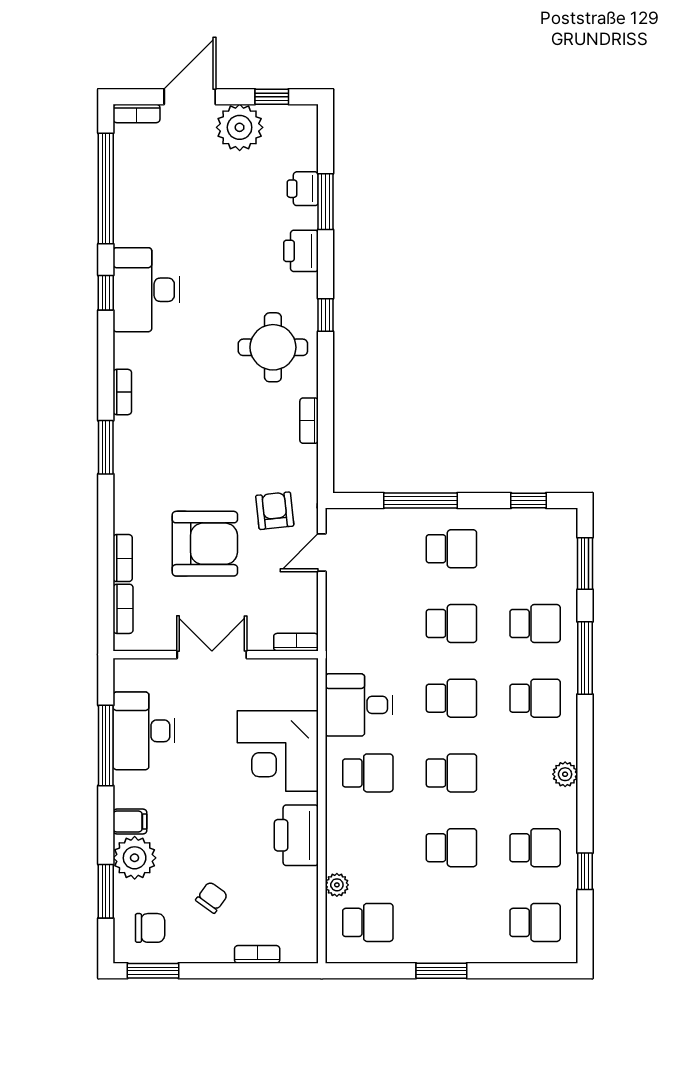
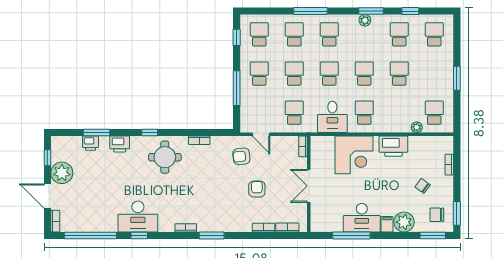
armchair: (205, 544) -> (257, 189), width x0.53, depth x0.53
school desk: (535, 549) -> (259, 34), added
window: (585, 564) -> (371, 11), moved
school desk: (368, 623) -> (294, 113), added
desk: (144, 731) -> (362, 218), moved
window: (106, 891) -> (433, 235), moved
chair: (150, 928) -> (437, 215), turned -90

